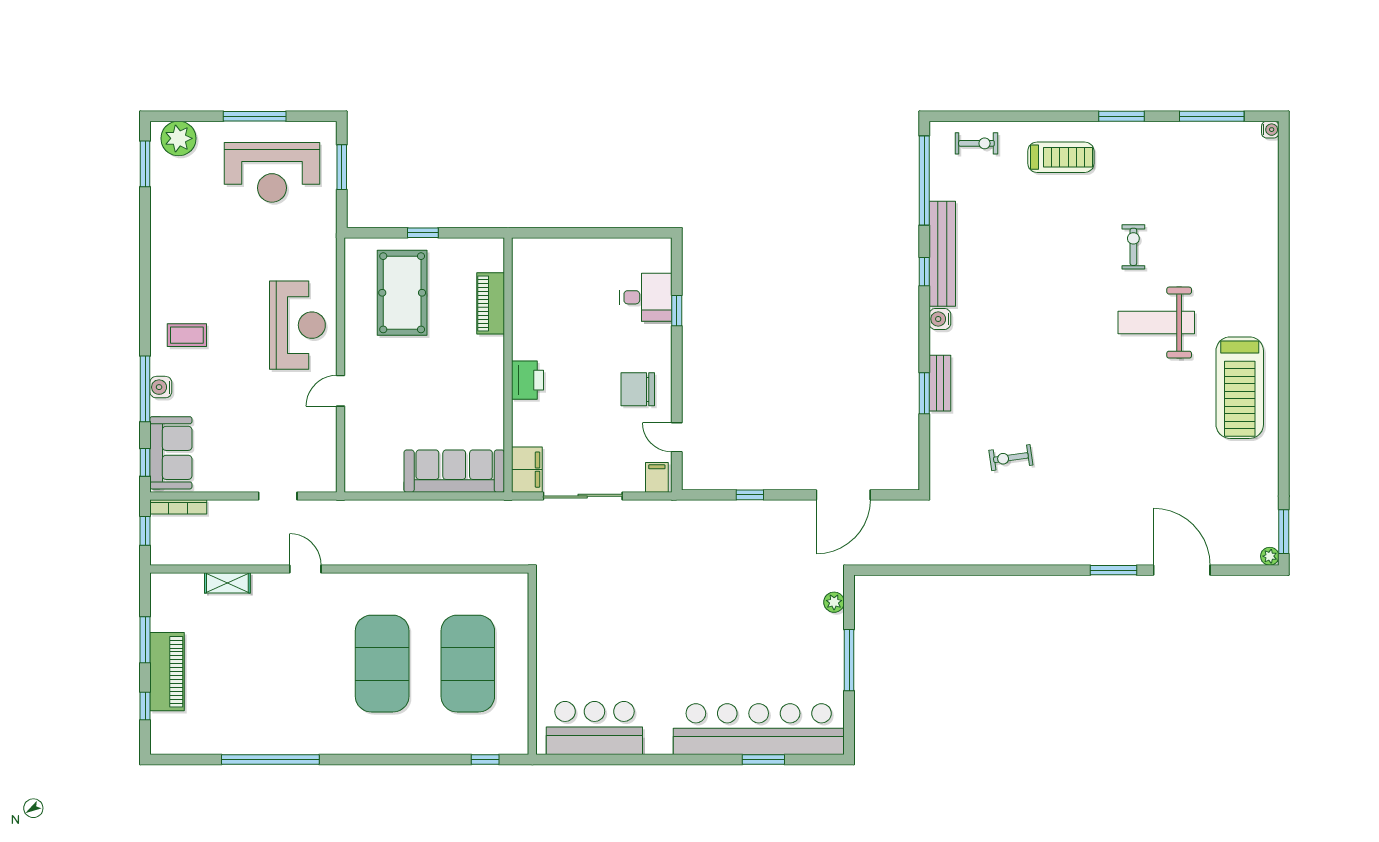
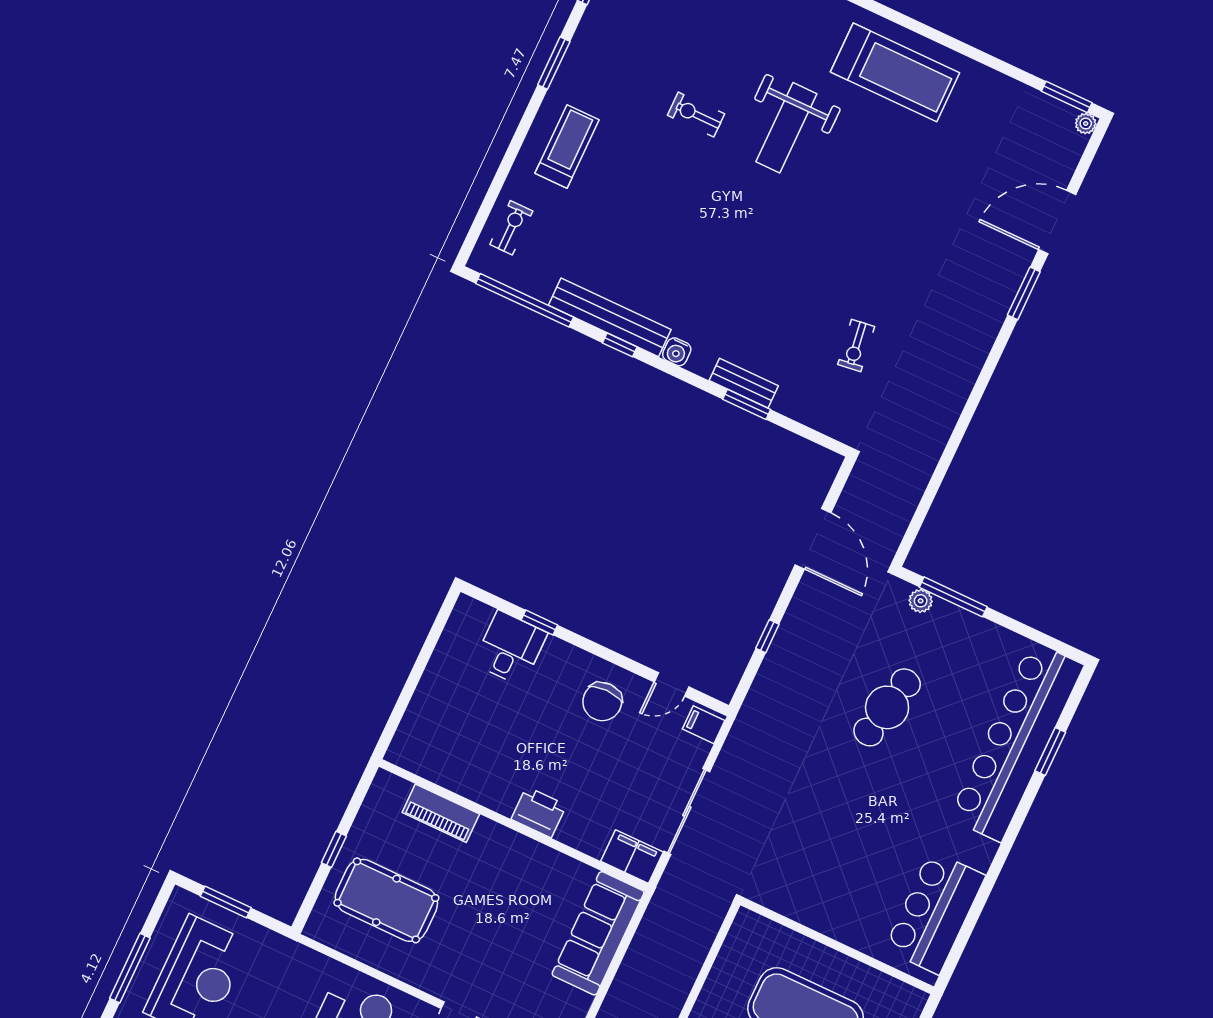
cafe table: (738, 615) -> (887, 707), added
window: (849, 660) -> (953, 597), moved

